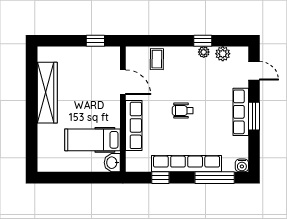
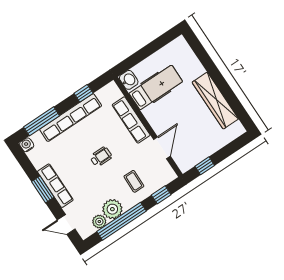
window: (152, 41) -> (161, 195), added
window: (203, 41) -> (122, 221), width x3.17
plant: (204, 52) -> (112, 209), width x1.87, depth x1.87
coffee table: (157, 59) -> (134, 181), moved
door: (123, 82) -> (162, 148), swing flipped

